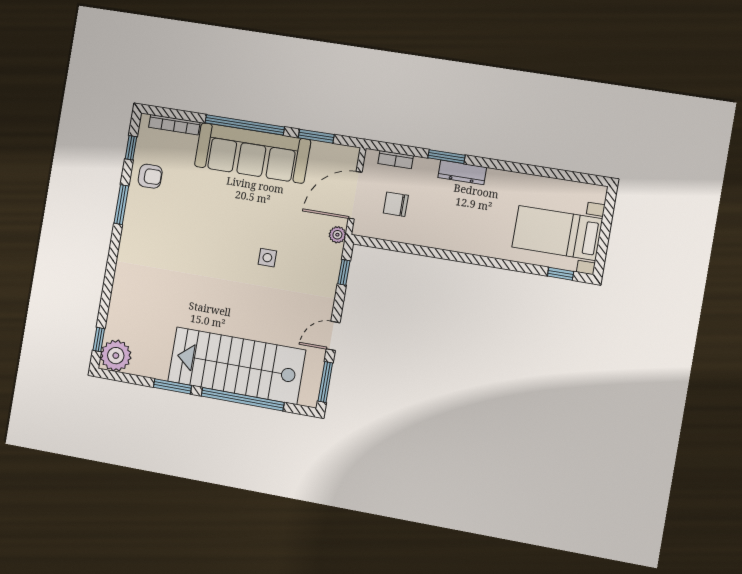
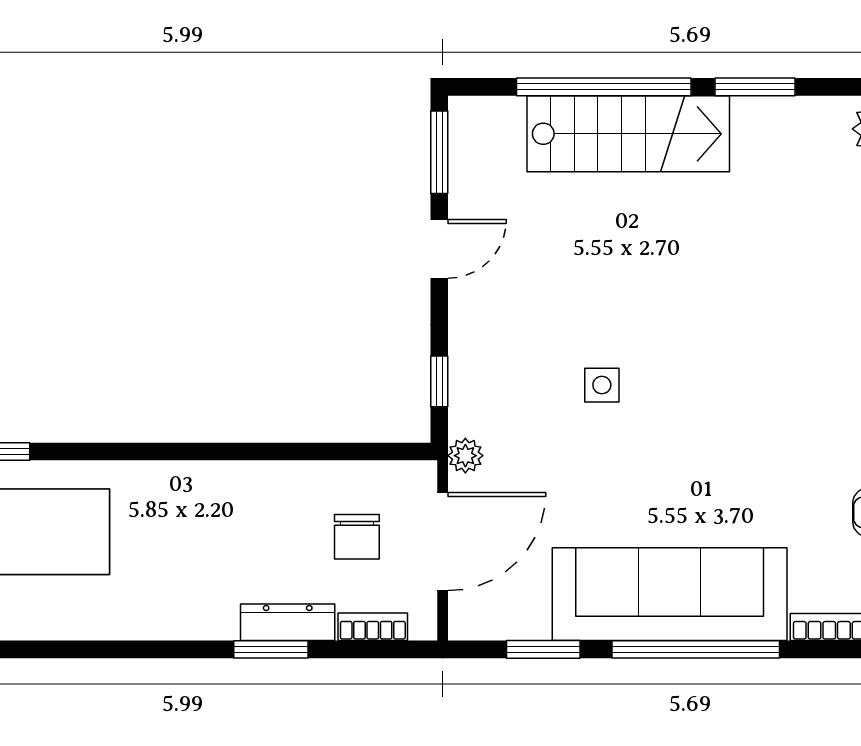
dresser: (462, 172) -> (288, 622), moved
chair: (396, 204) -> (357, 537), turned 90
stairs: (236, 366) -> (628, 134), width x0.73, depth x0.66

